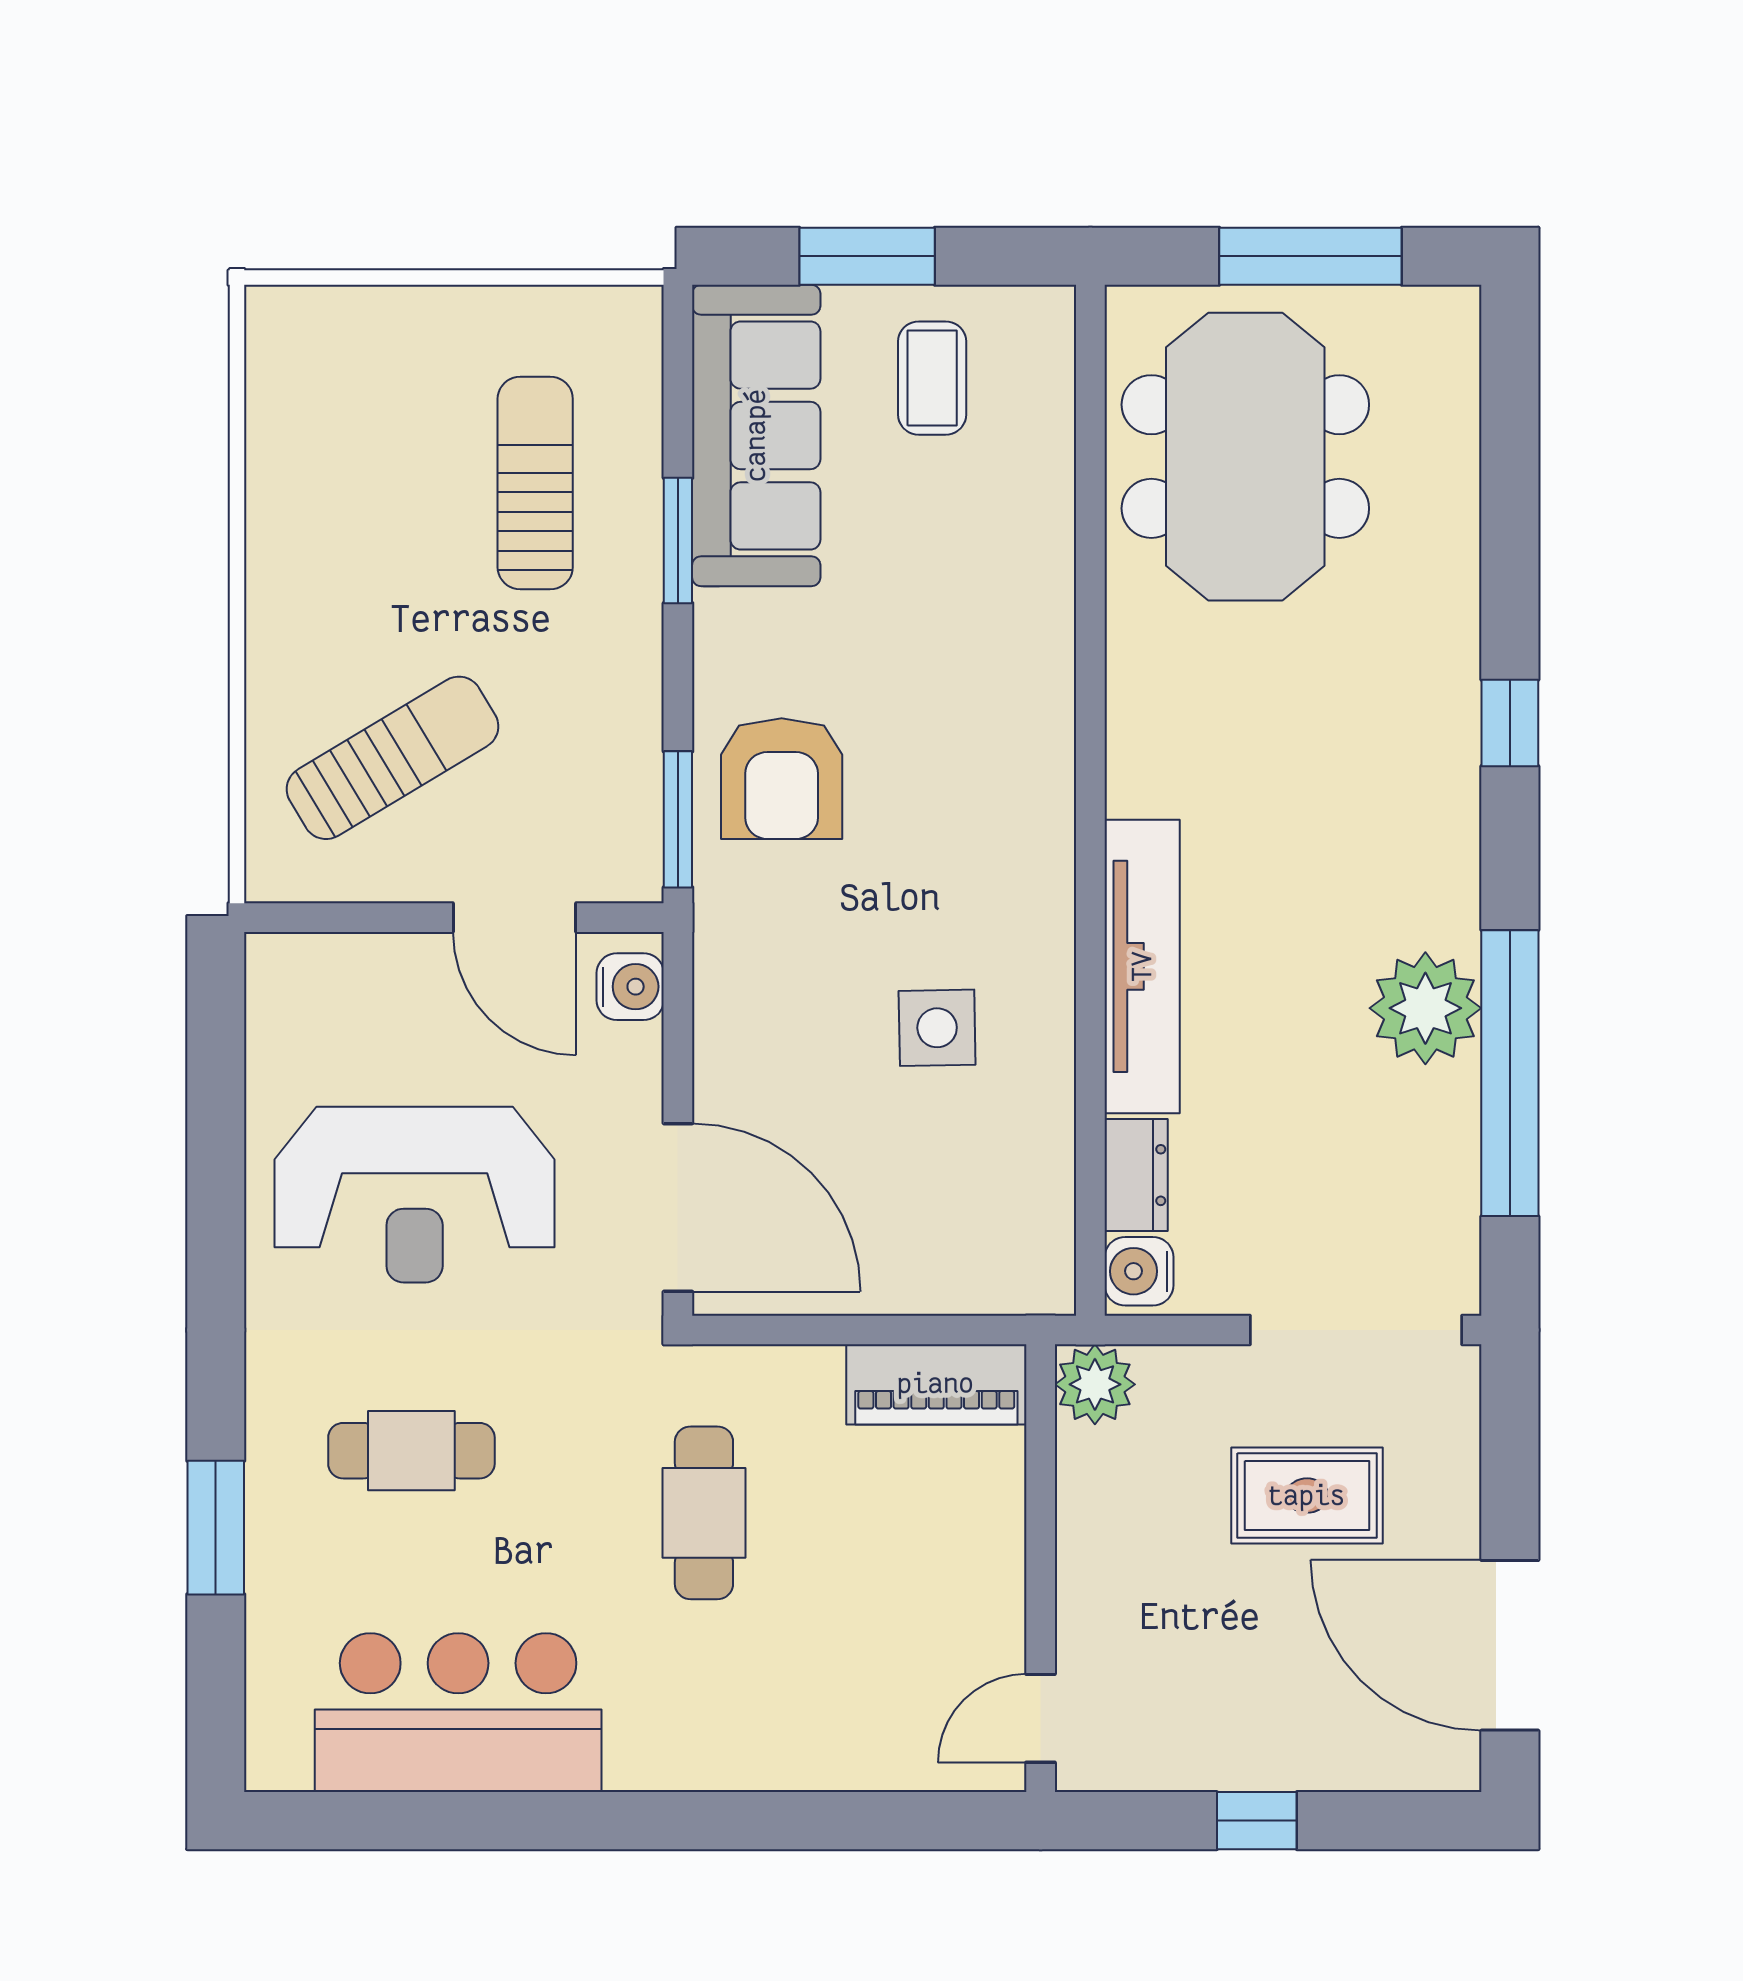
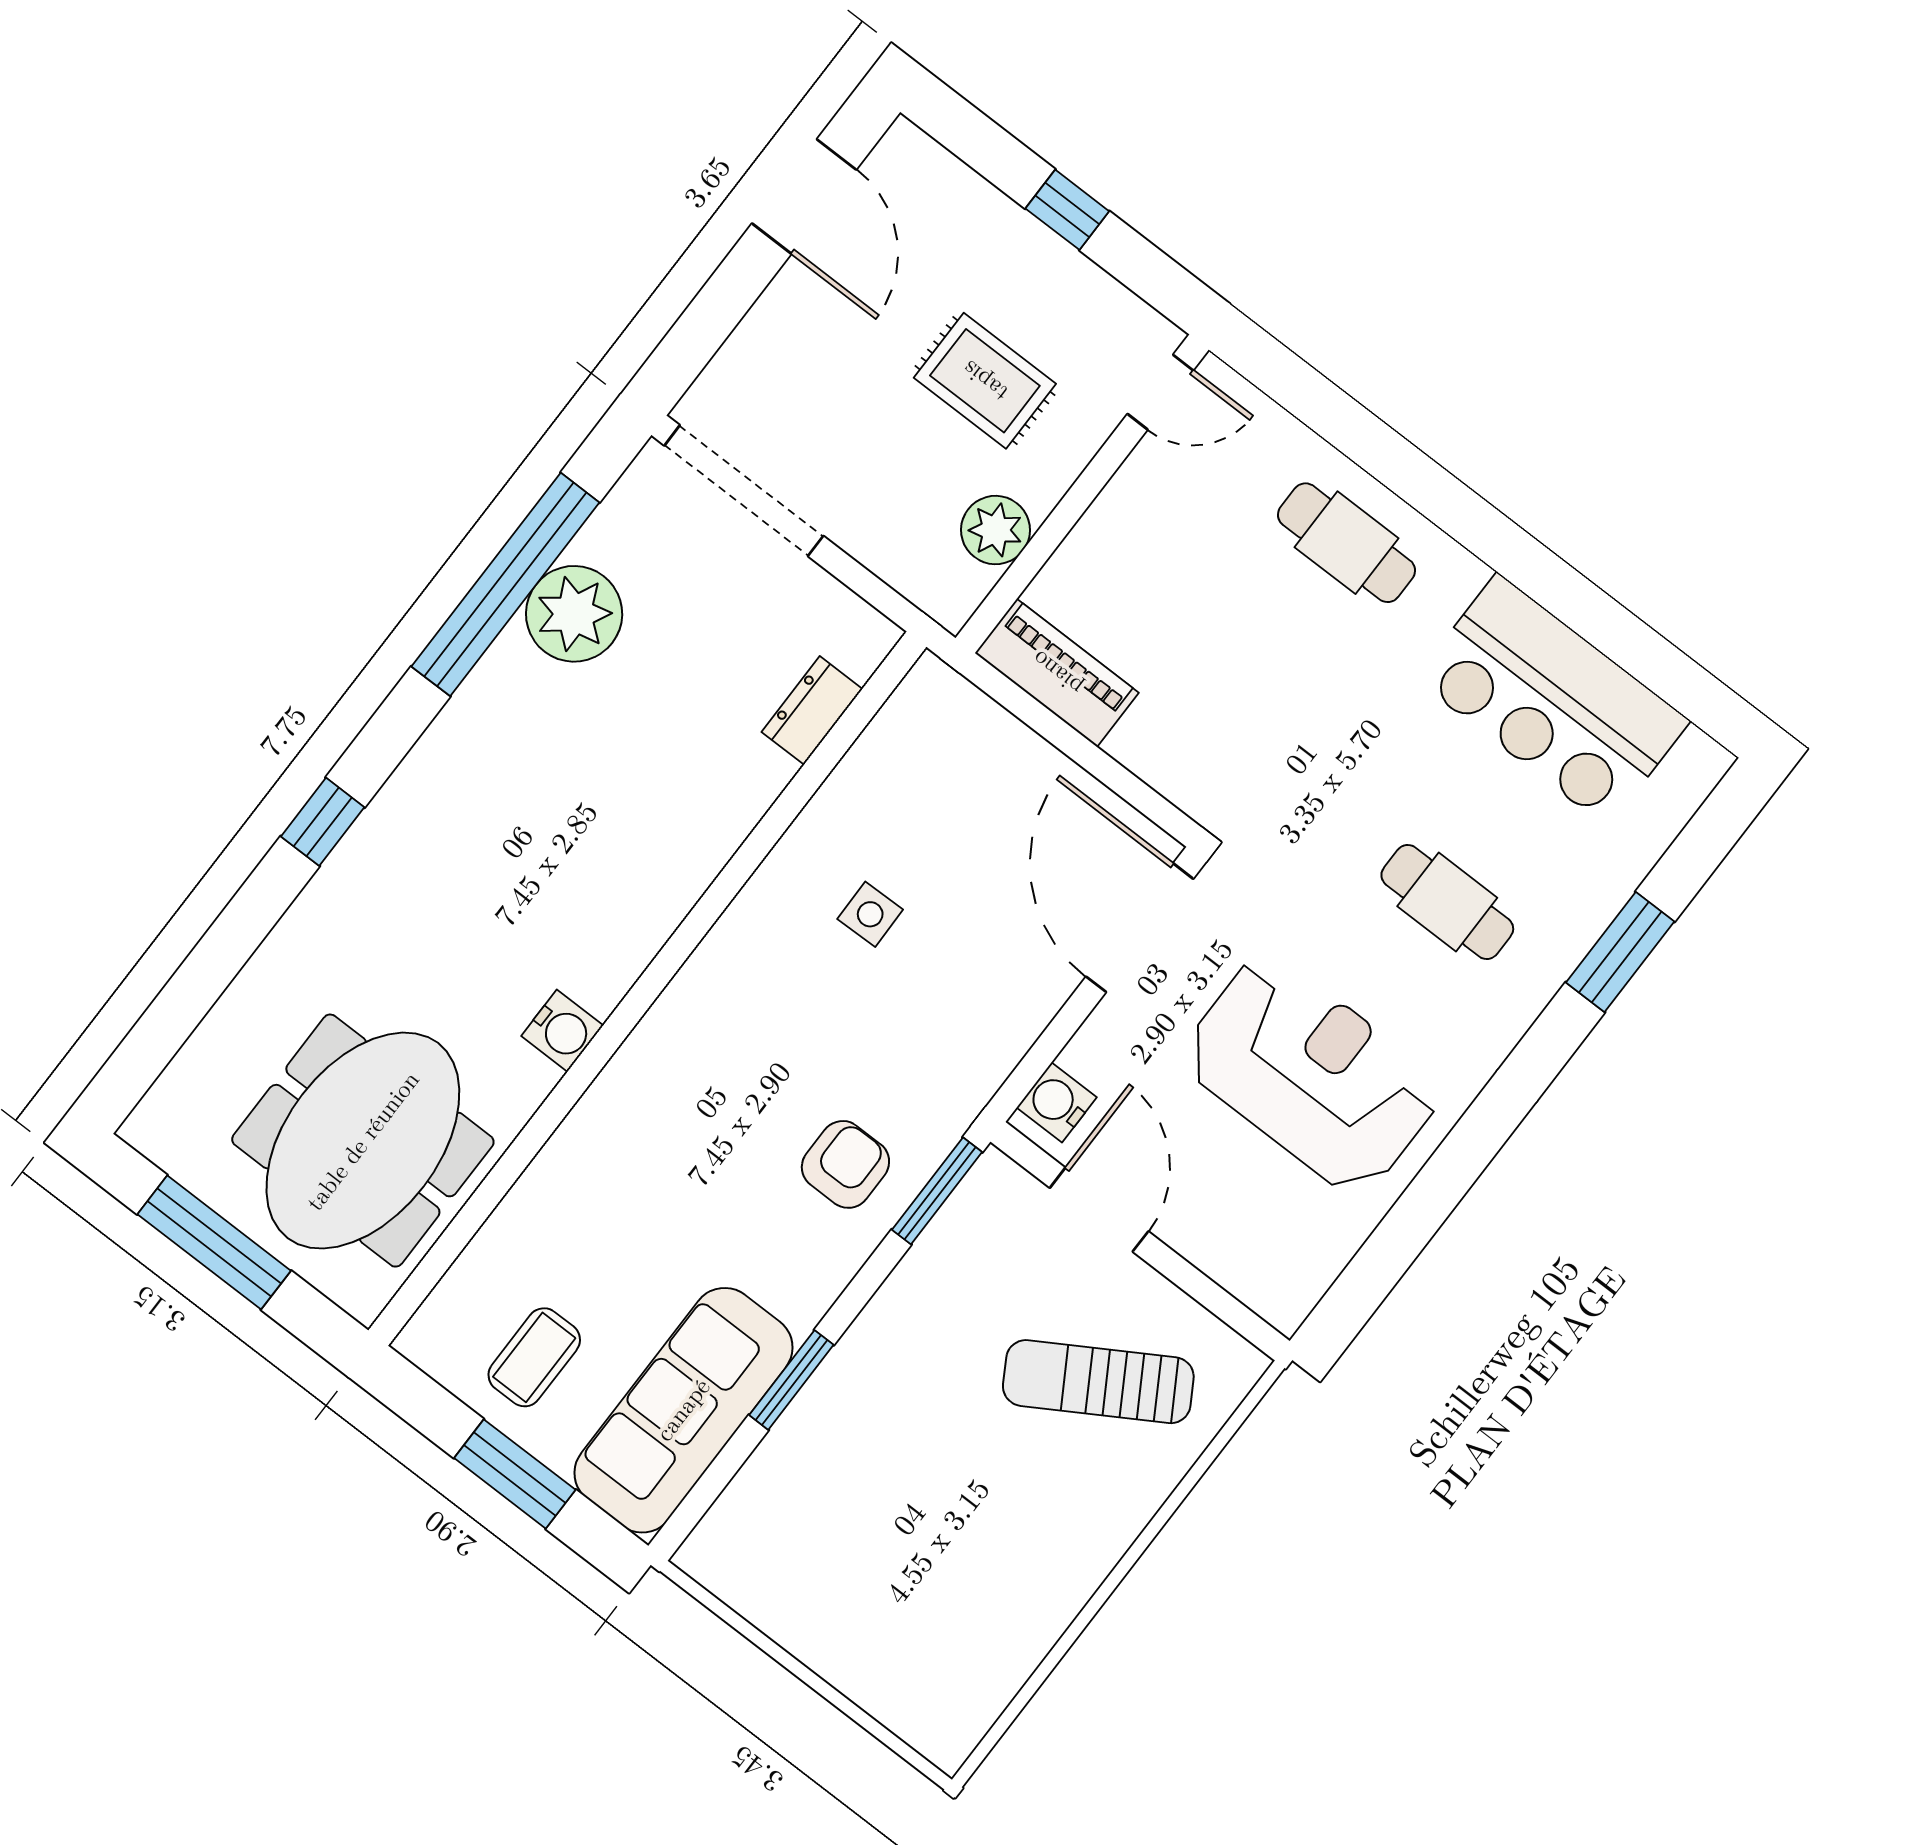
sun lounger: (535, 483) -> (858, 1493), removed
armchair: (782, 779) -> (845, 1164), width x0.72, depth x0.72
tv unit: (1142, 966) -> (699, 849), removed
plant: (1425, 1008) -> (574, 614), moved
side table: (937, 1028) -> (870, 914), width x0.73, depth x0.73
water cooler: (1139, 1271) -> (562, 1031), moved
plant: (1095, 1384) -> (996, 530), moved
rug: (1307, 1496) -> (985, 381), moved
cafe table: (704, 1513) -> (1347, 543), moved, turned 90
door: (1510, 1645) -> (804, 197), width x0.73

